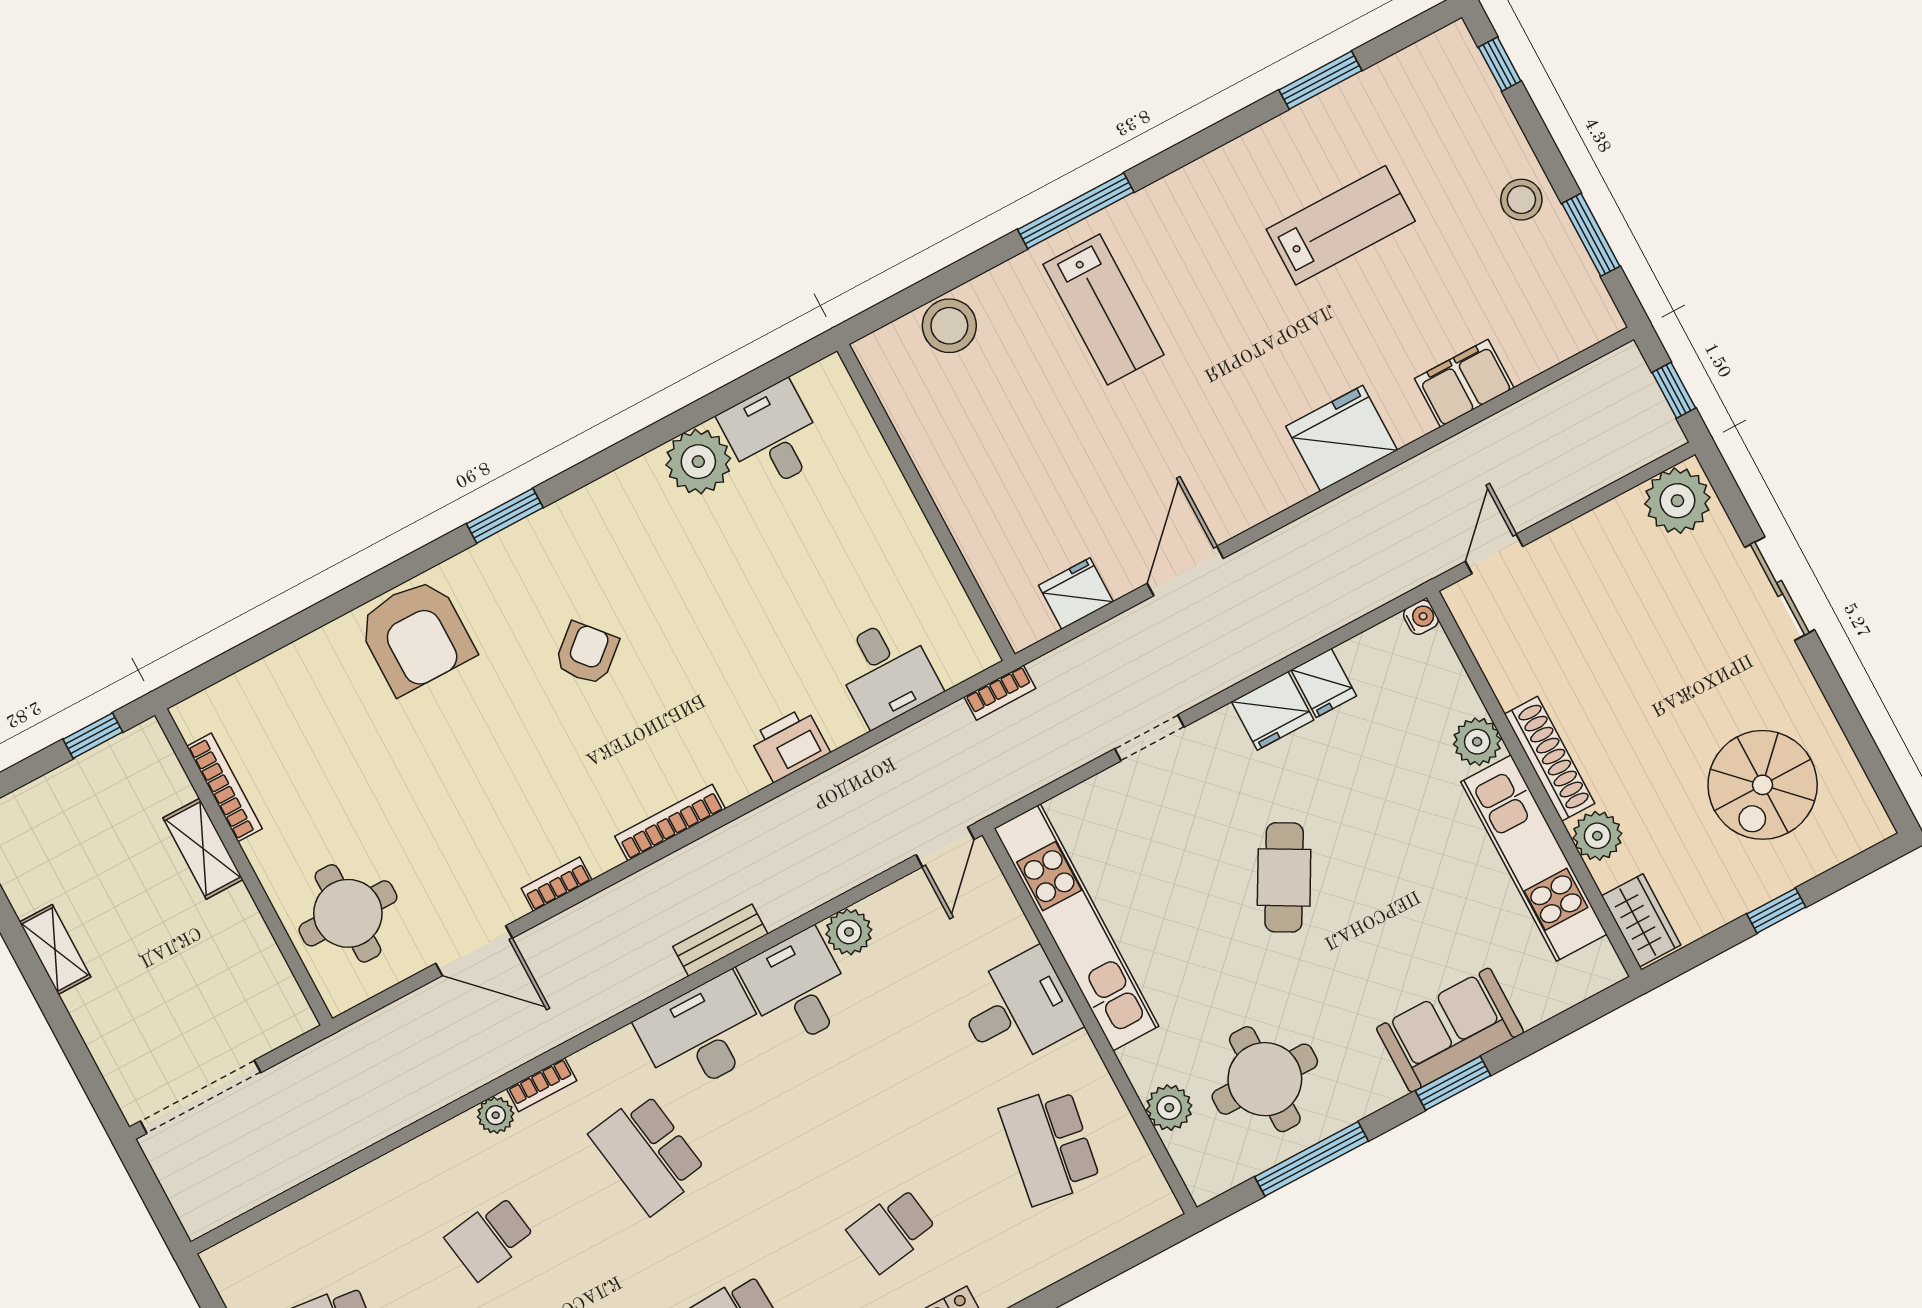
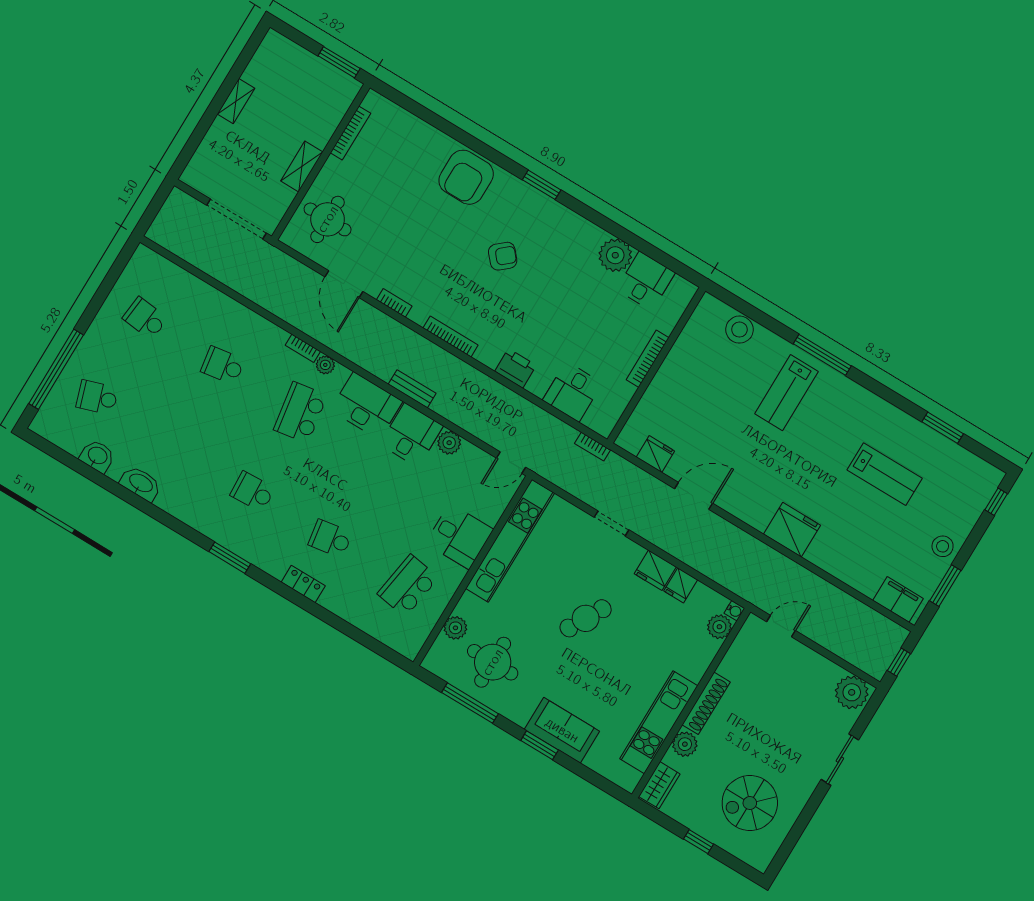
filing cabinet: (1464, 383) -> (898, 599), moved
bookcase: (906, 511) -> (648, 359), added
window: (93, 736) -> (339, 62), width x1.50
plant: (1477, 742) -> (719, 627), moved
shelving: (203, 849) -> (302, 167), moved
doorway: (201, 1097) -> (236, 219), moved
plant: (496, 1115) -> (325, 365), moved

